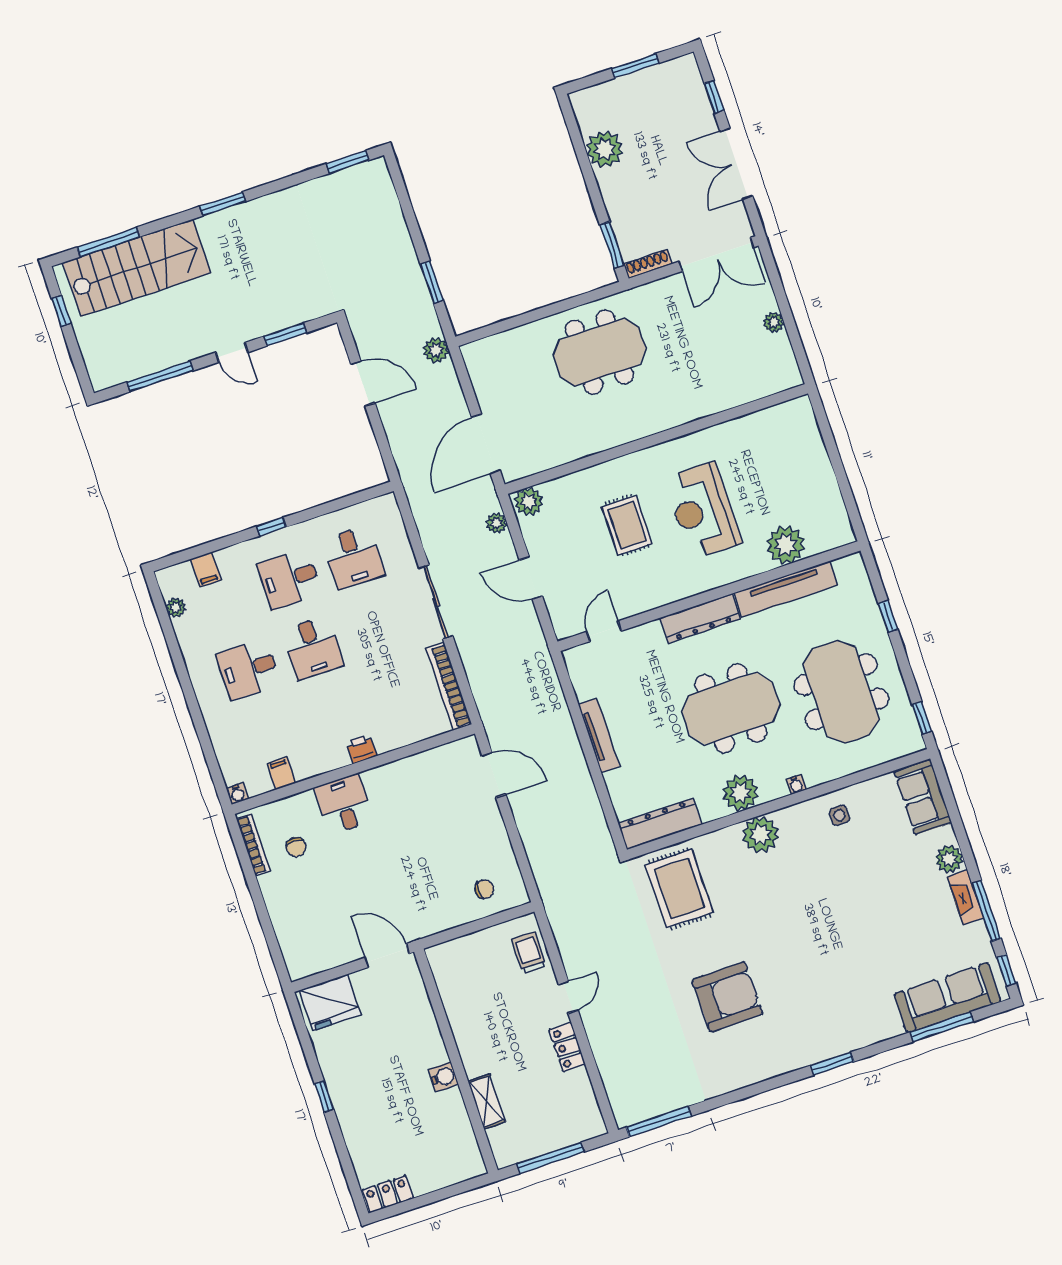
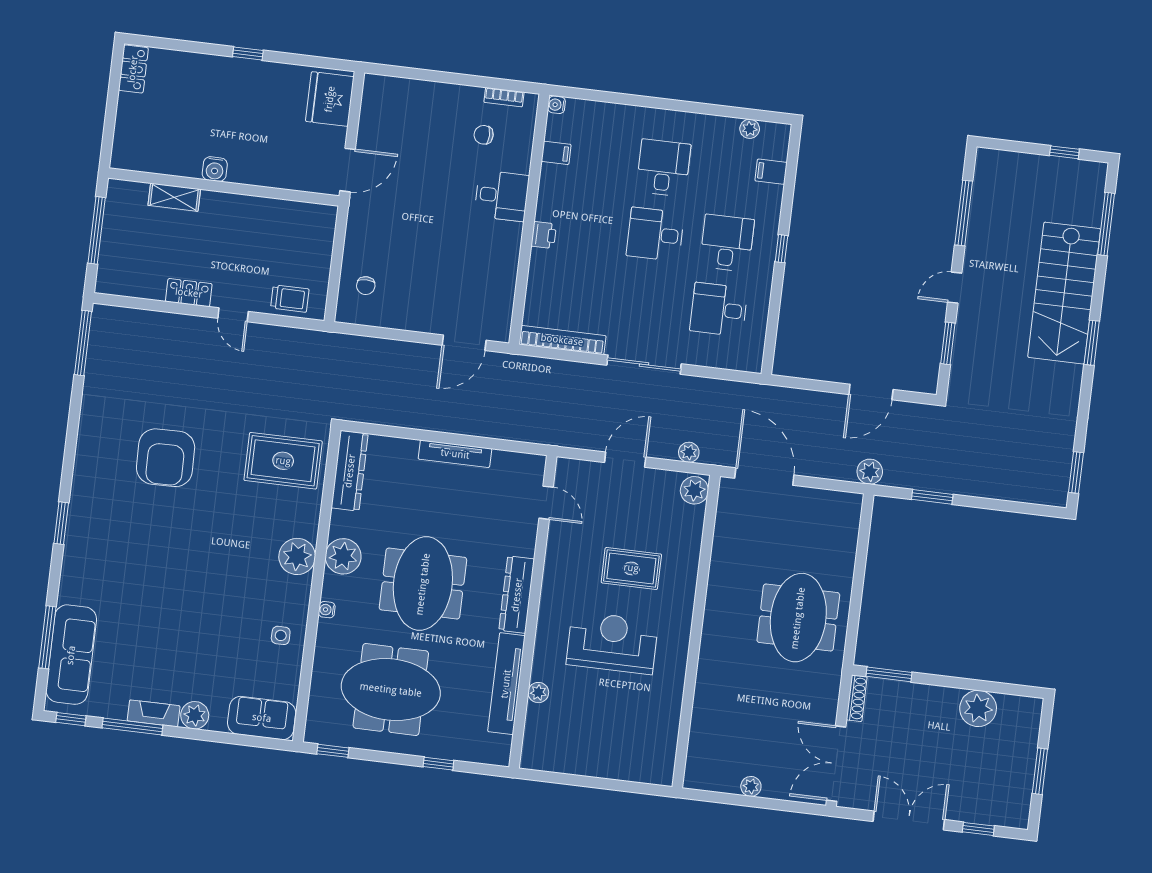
stairs: (137, 268) -> (1064, 293), moved
plant: (786, 545) -> (538, 693), width x0.53, depth x0.53
bookcase: (253, 845) -> (504, 97), width x0.64

